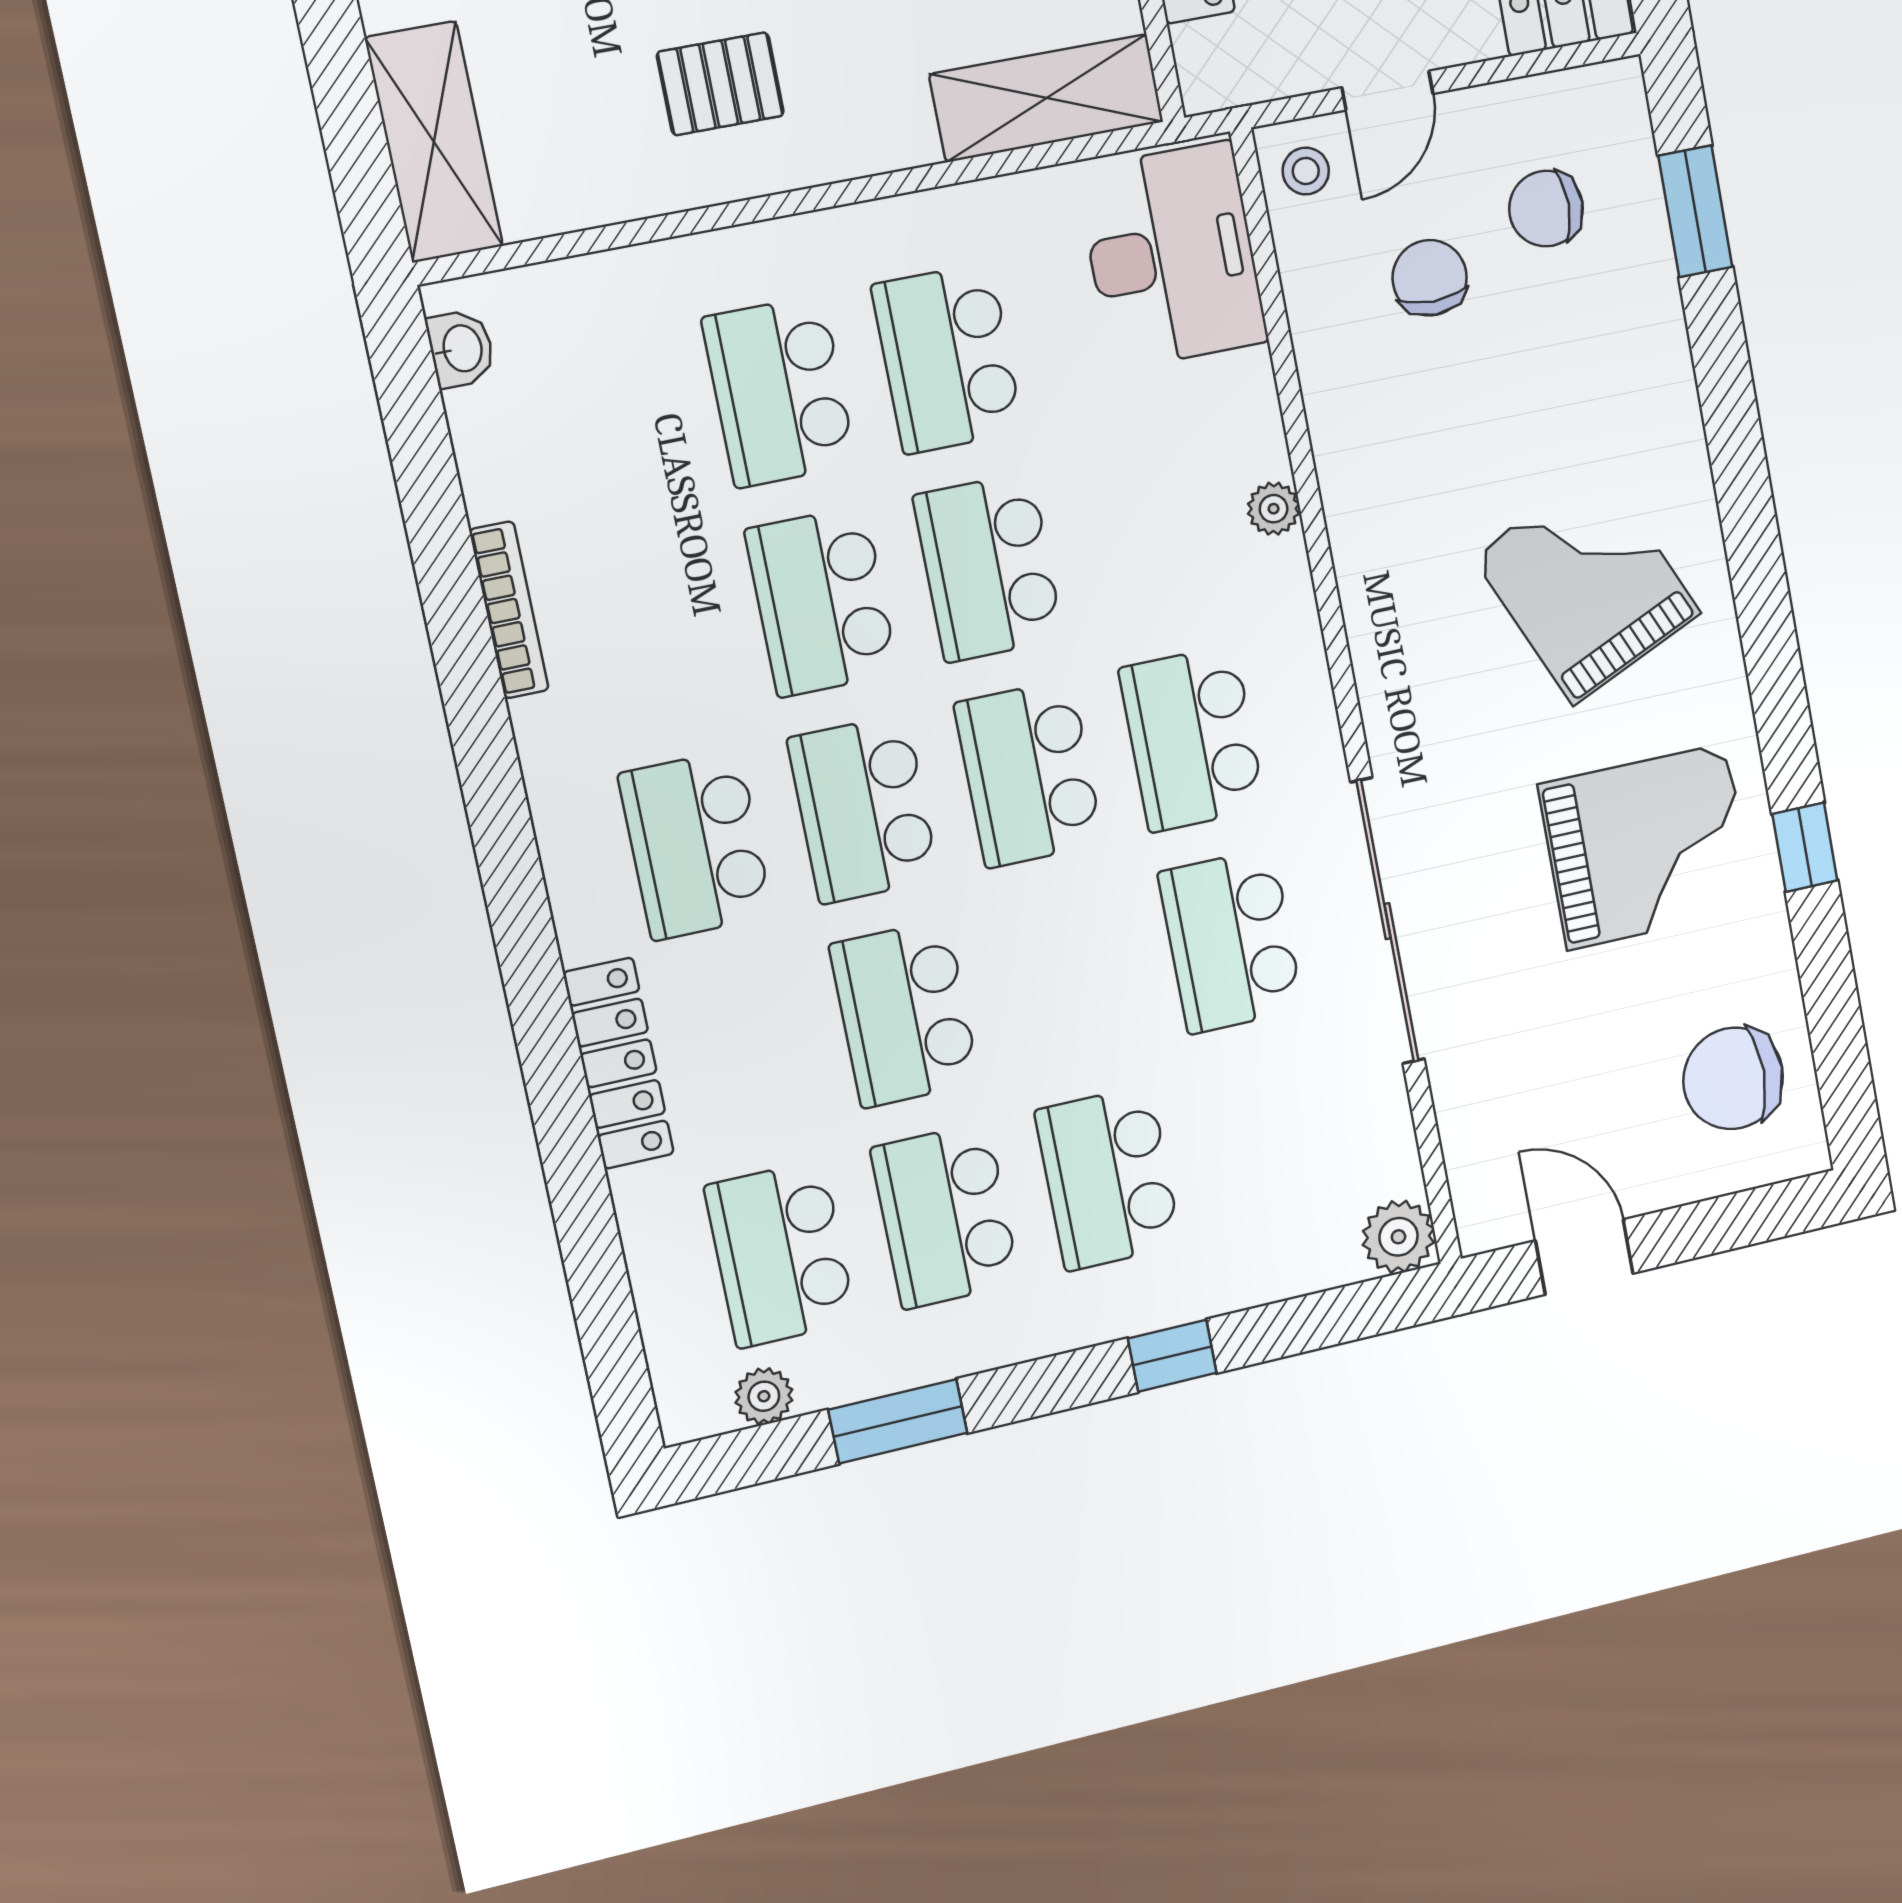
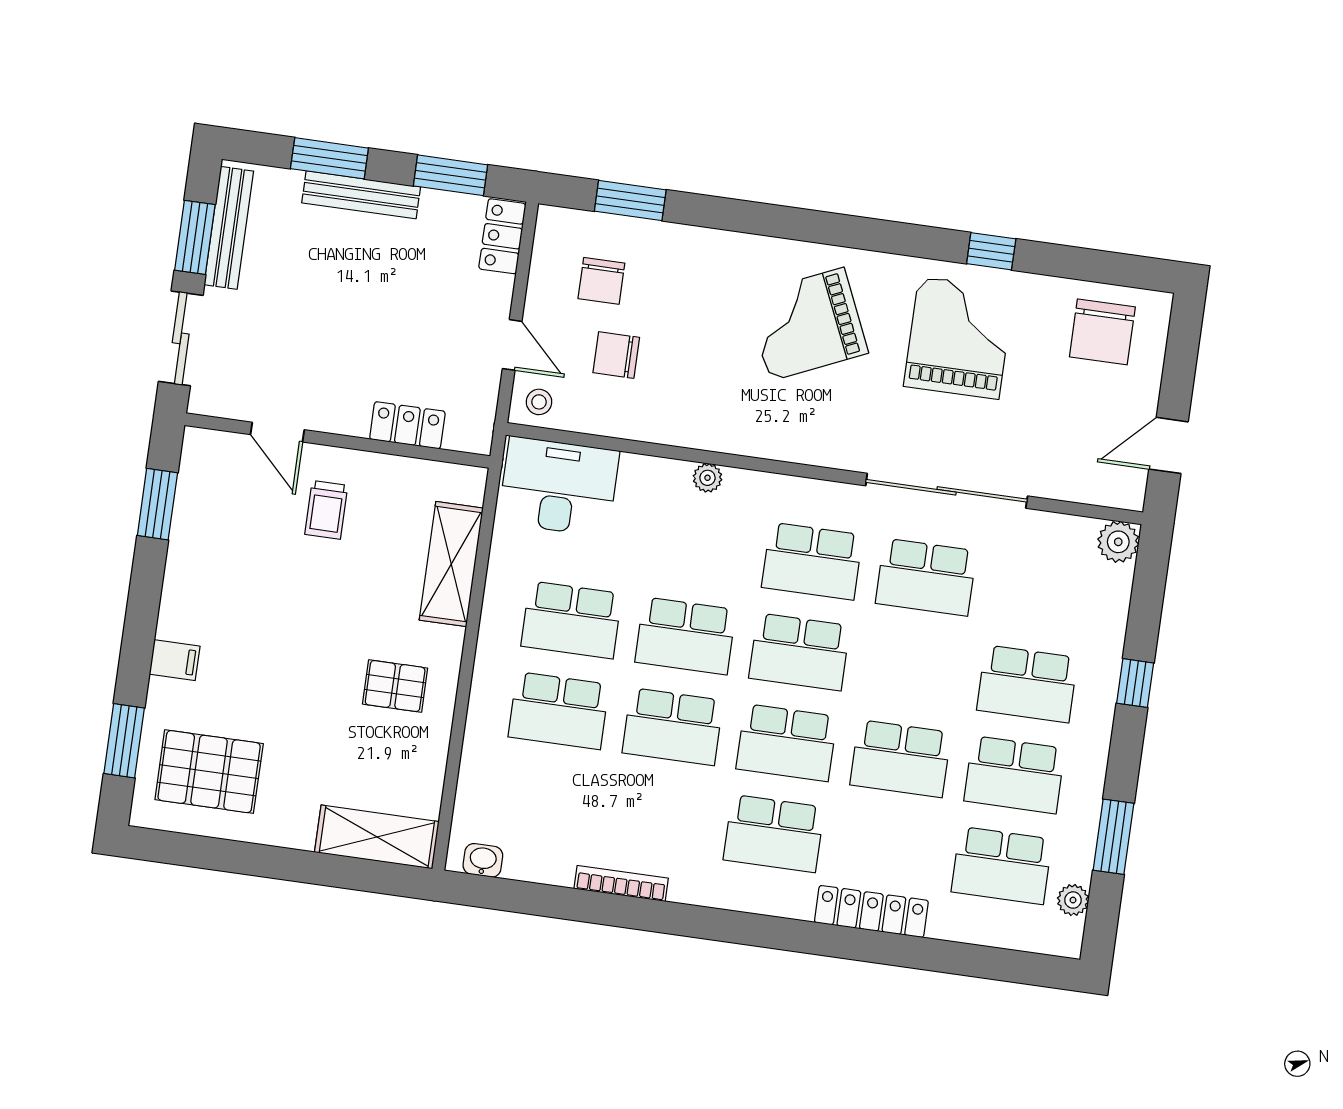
pallet: (720, 84) -> (395, 686), turned 90
shelving: (1047, 98) -> (451, 564), moved

